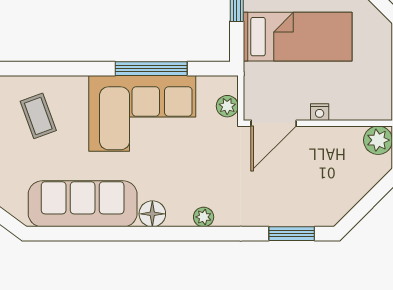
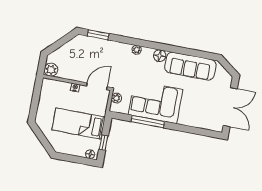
coffee table: (38, 116) -> (203, 110), removed

